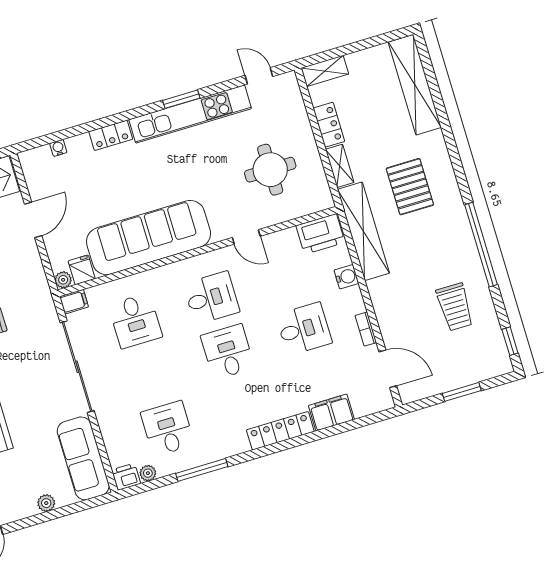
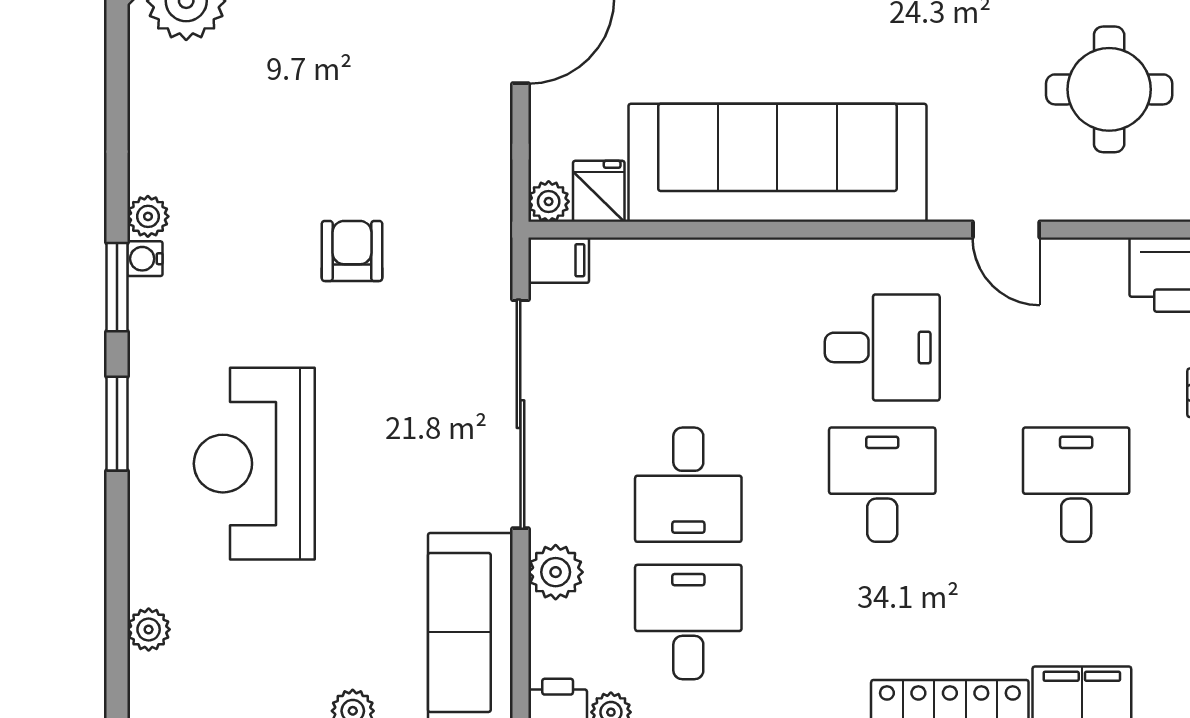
desk: (135, 321) -> (688, 485), moved
desk: (304, 329) -> (1076, 485), turned -90
plant: (110, 425) -> (556, 572), added

